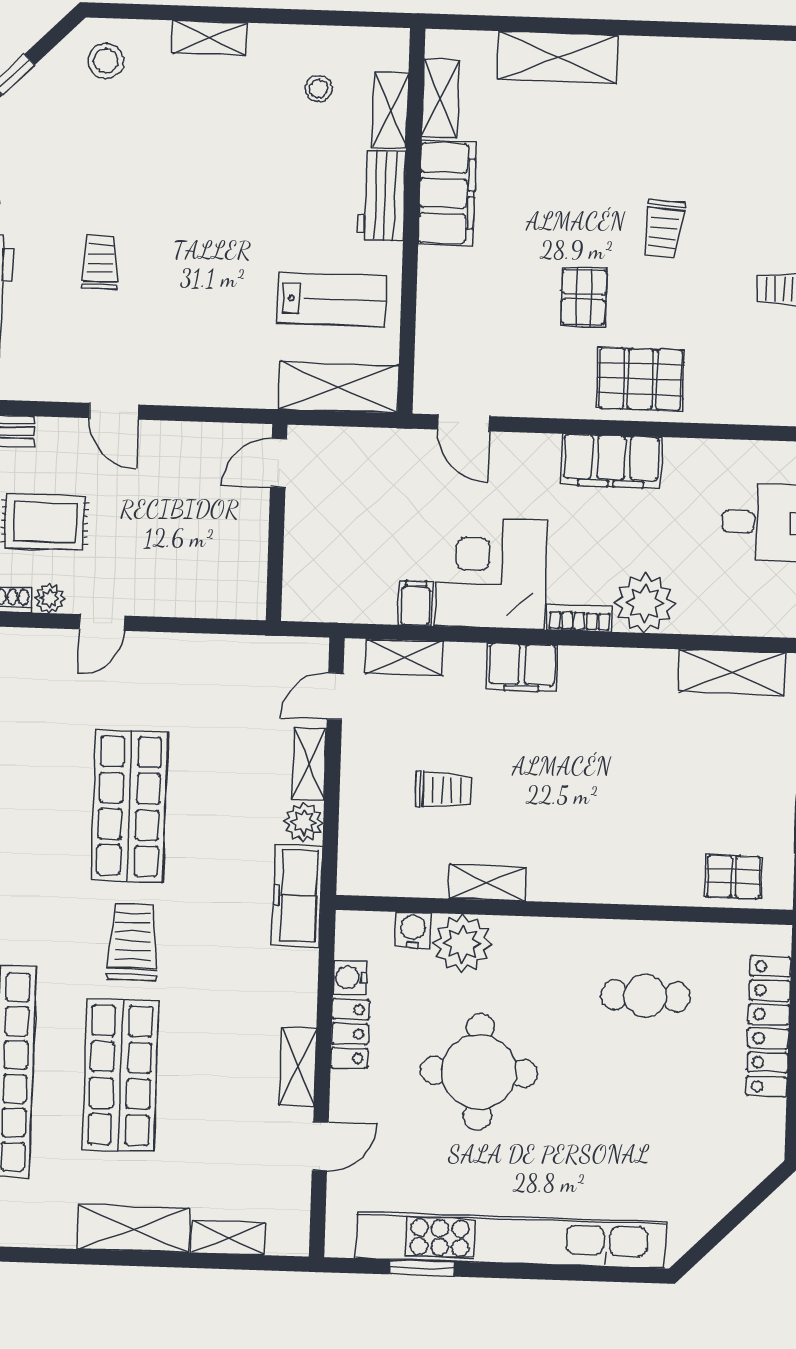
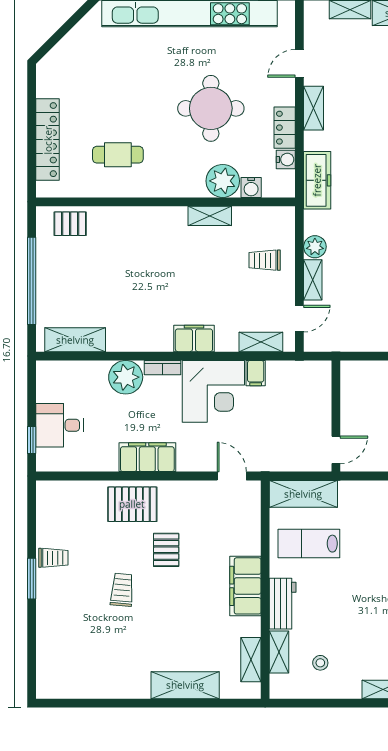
filing cabinet: (447, 193) -> (245, 586), moved
trolley: (443, 790) -> (265, 260), moved
freezer: (297, 896) -> (317, 180), moved

